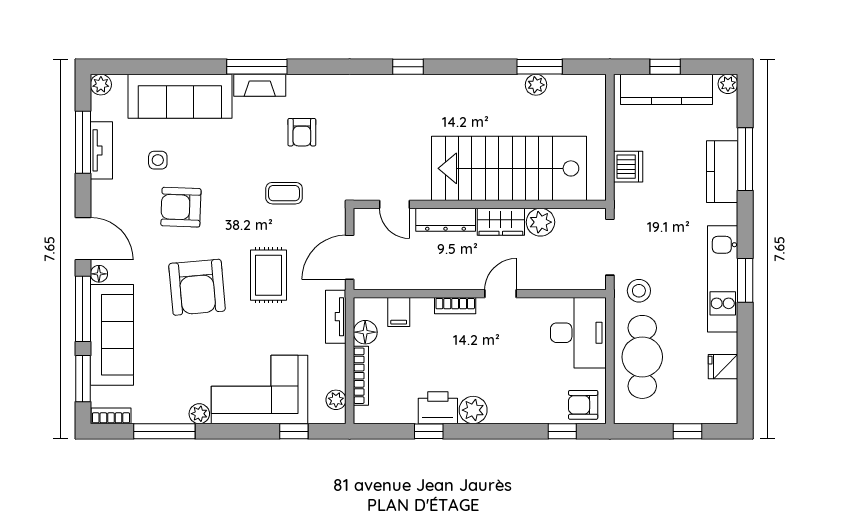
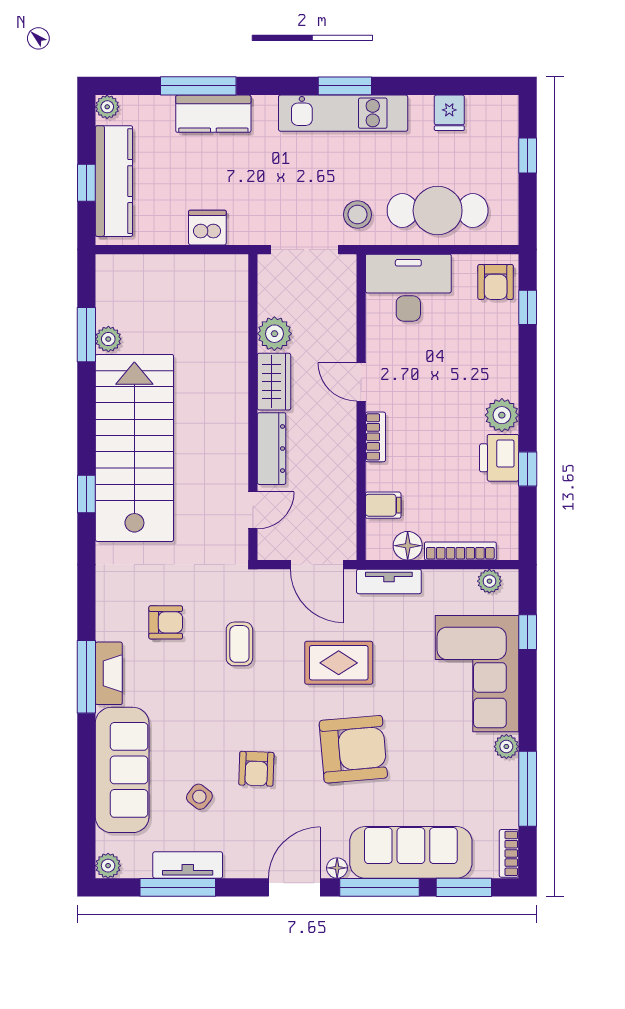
side table: (158, 160) -> (199, 797), turned 38
stairs: (509, 168) -> (134, 448), moved, turned 180
armchair: (181, 207) -> (256, 769), width x0.72, depth x0.72

